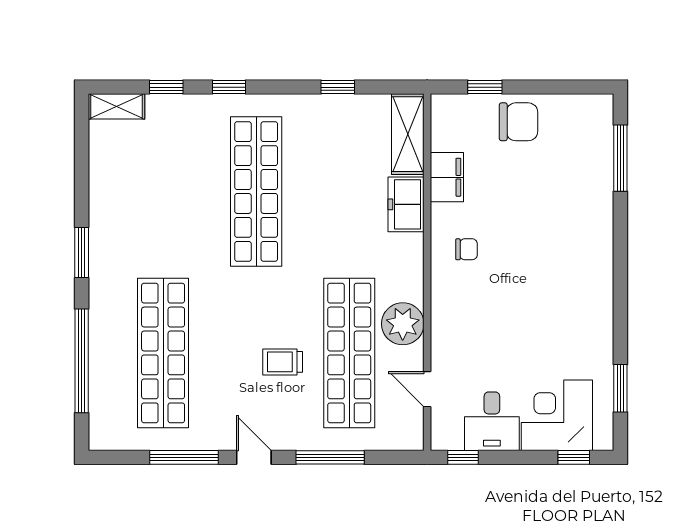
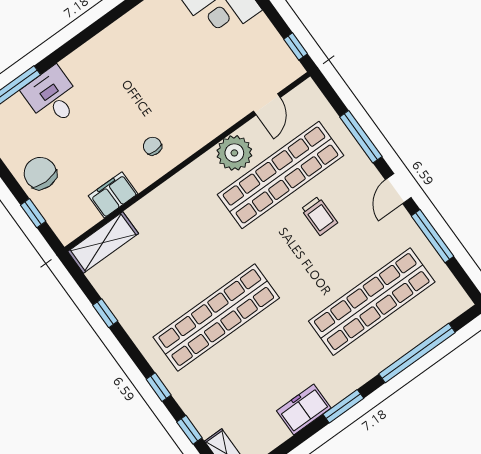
freezer: (406, 204) -> (304, 409), moved, turned 180
desk: (492, 421) -> (52, 97), moved, turned -90

